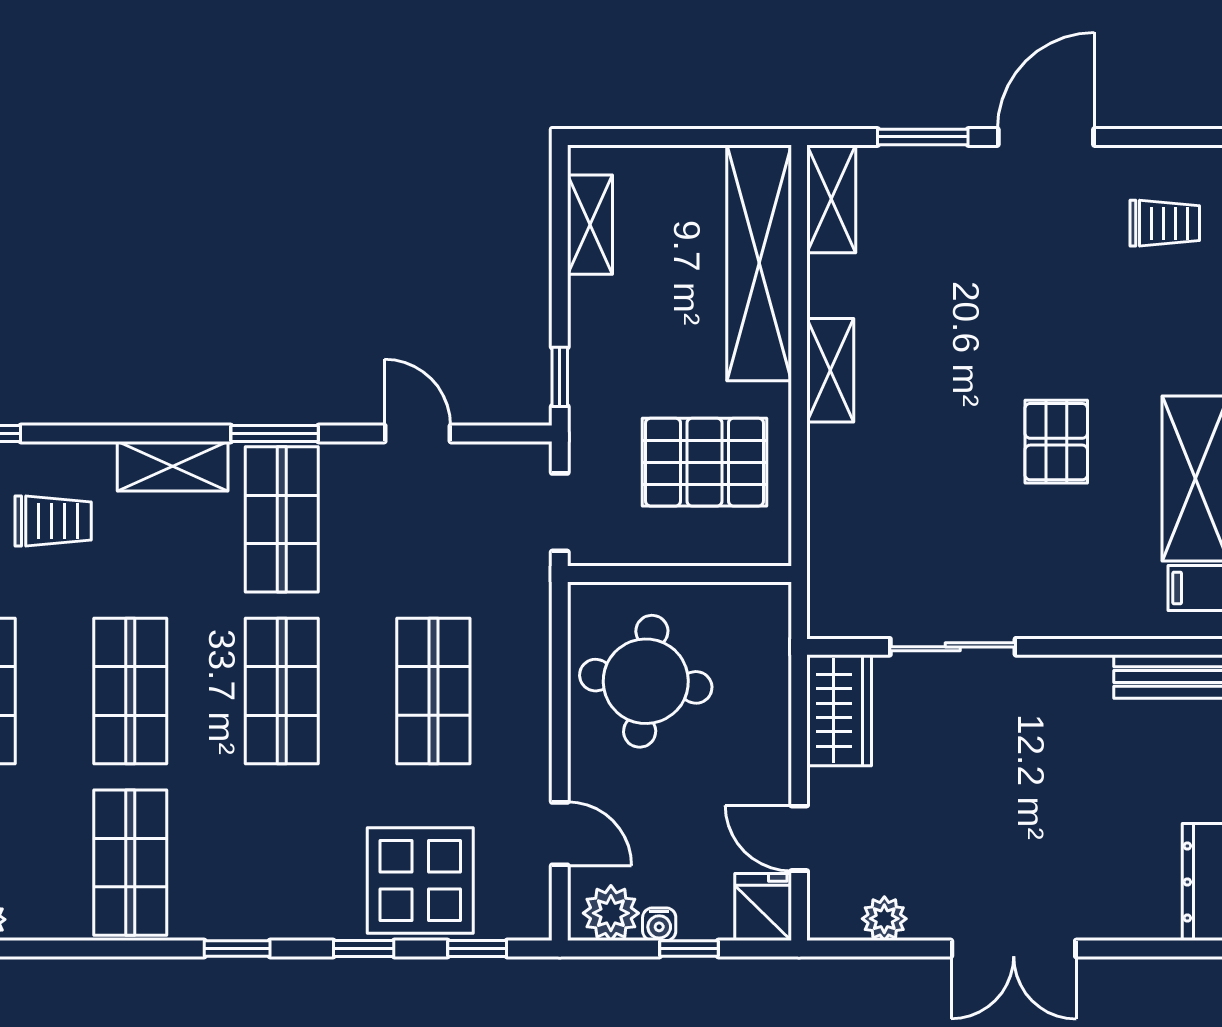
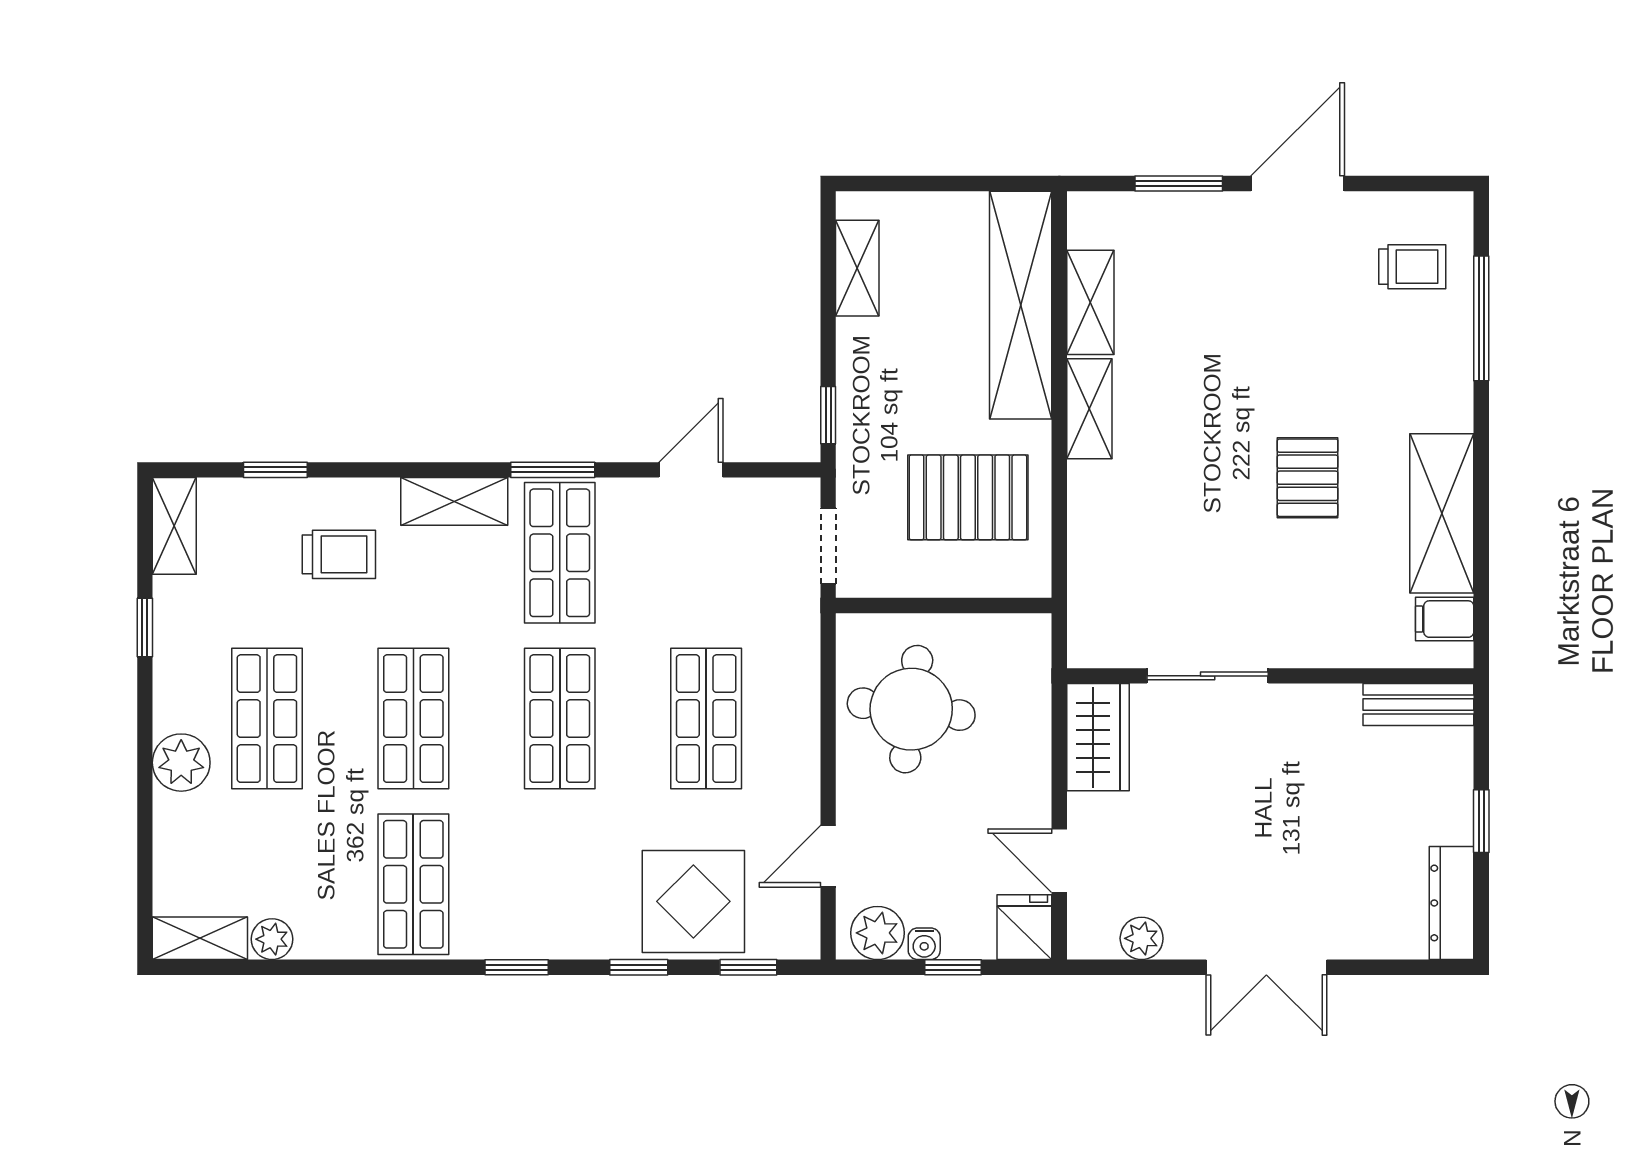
shelving: (831, 199) -> (1090, 302), moved
door: (418, 434) -> (691, 470), hinge flipped
door: (560, 834) -> (828, 856), swing flipped

